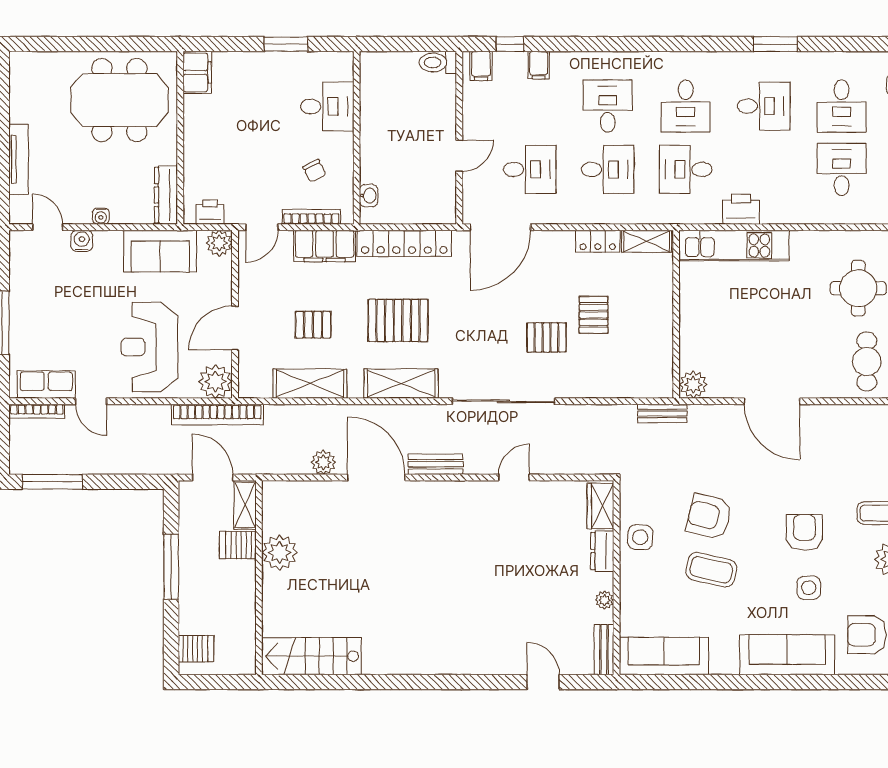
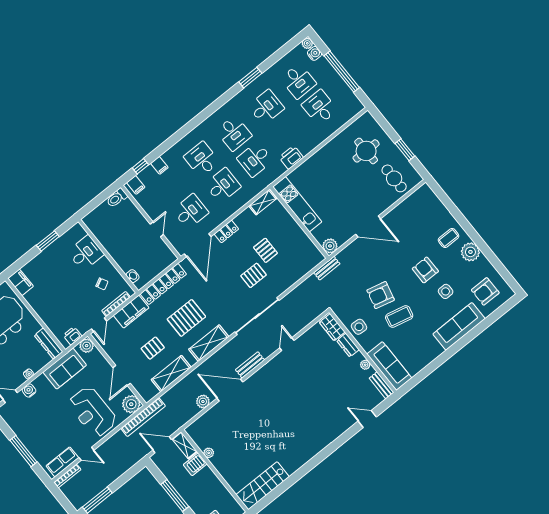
locker: (598, 241) -> (226, 231), moved
kitchen unit: (734, 246) -> (297, 204), moved, turned -90
plant: (280, 553) -> (209, 453), width x0.53, depth x0.53
sofa: (664, 656) -> (389, 366), moved, turned 90

